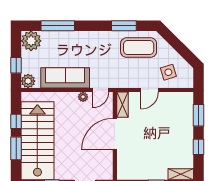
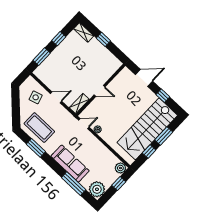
sofa: (65, 78) -> (70, 164), moved, turned 180
door: (115, 134) -> (100, 91), width x0.53

